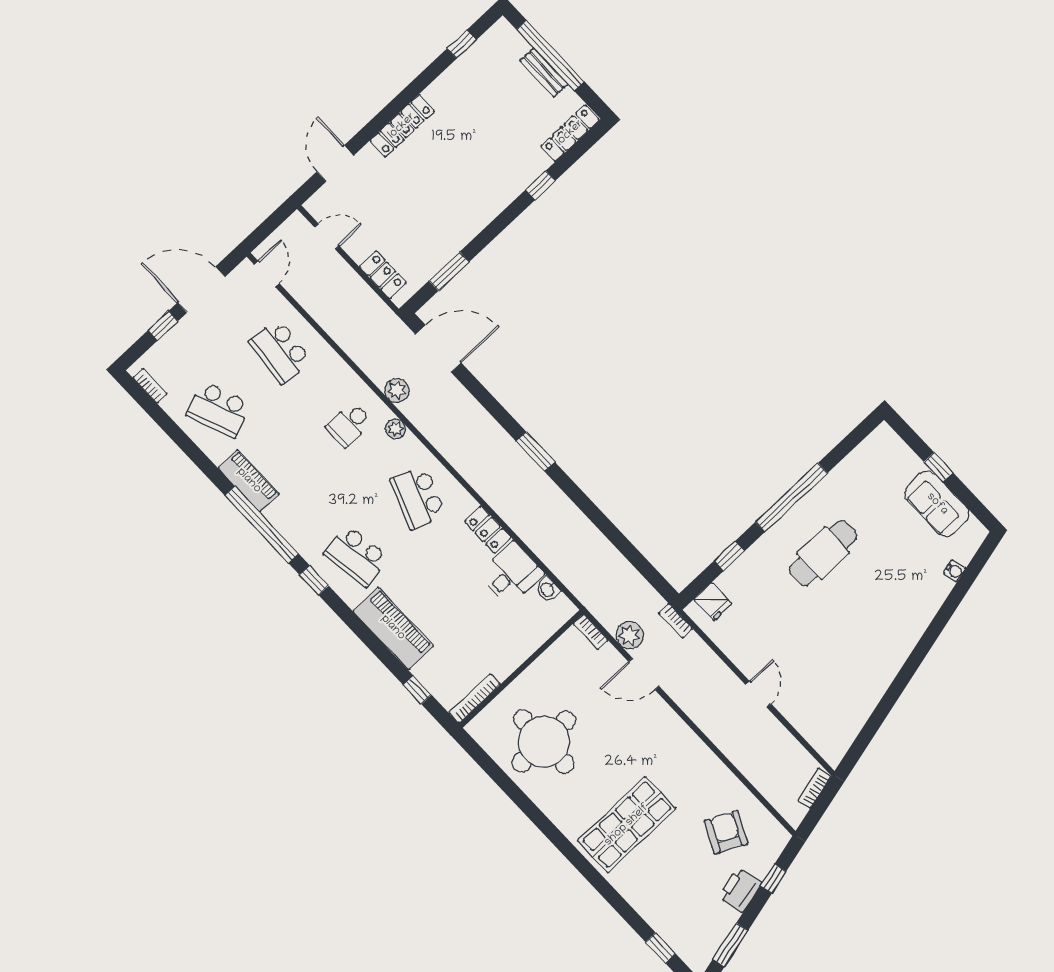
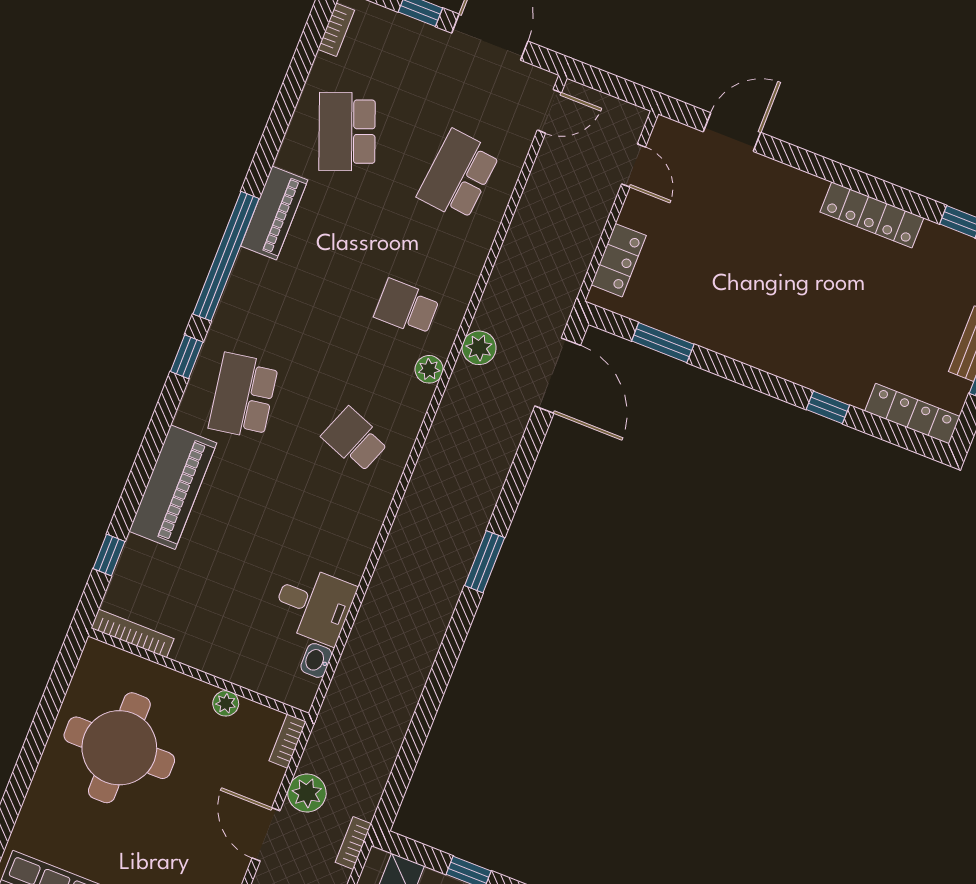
locker: (402, 126) -> (872, 215), moved
school desk: (418, 498) -> (355, 440), width x0.54
locker: (488, 530) -> (356, 548), removed
plant: (548, 660) -> (226, 703), added

